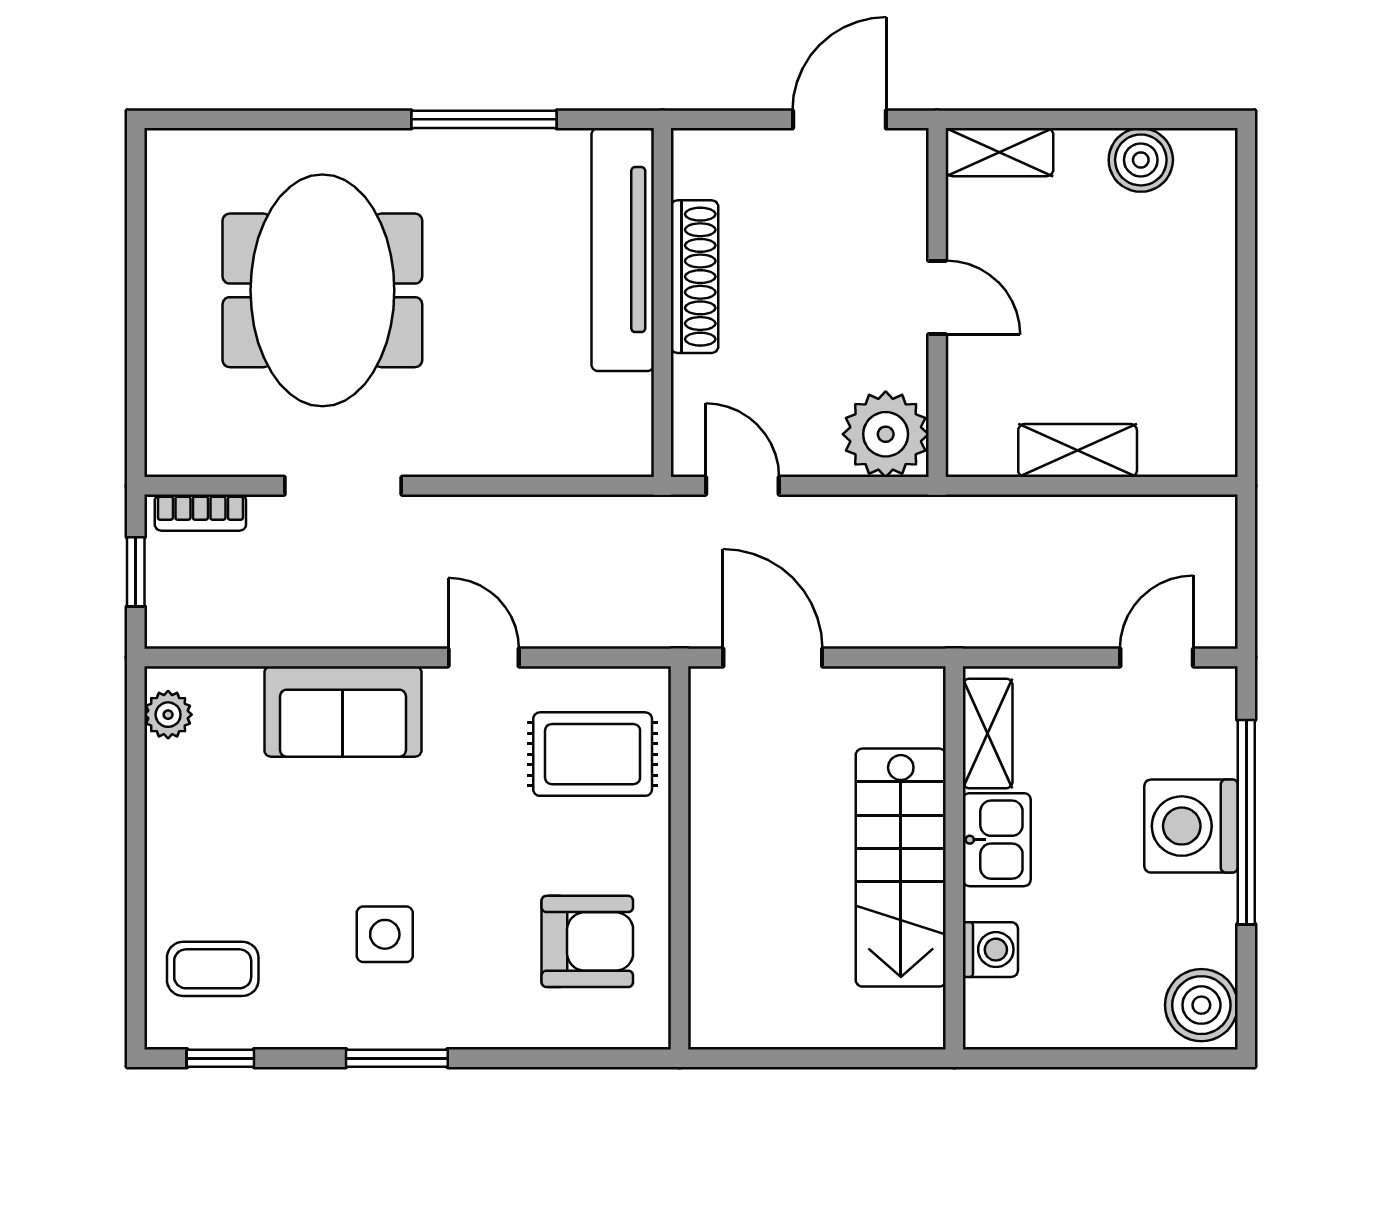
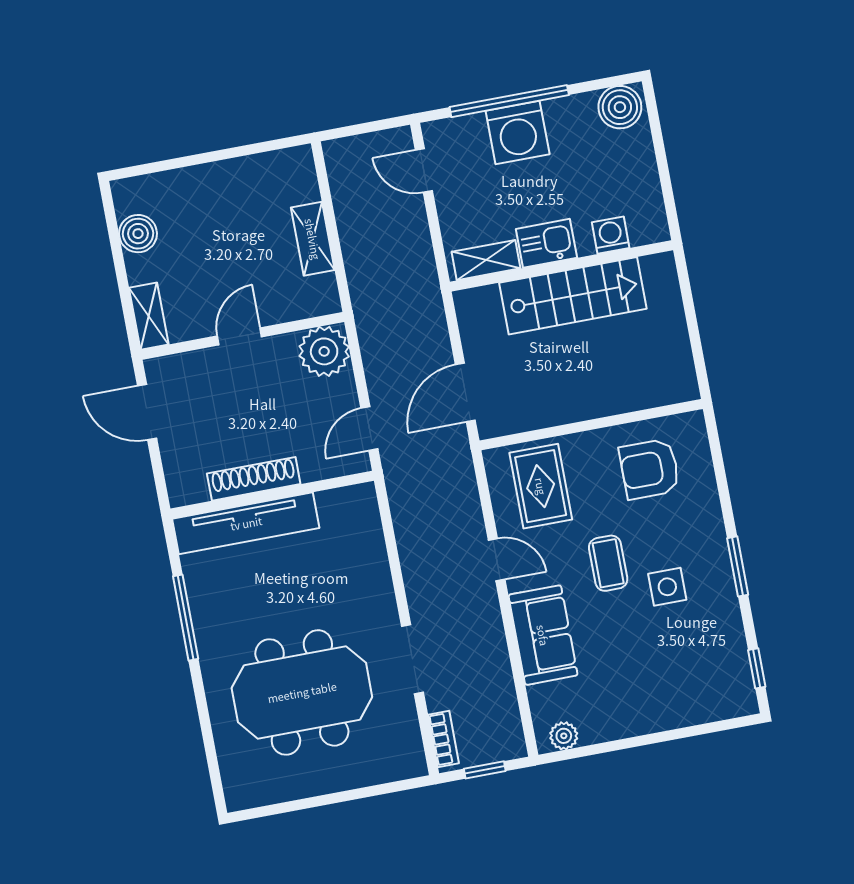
door: (484, 657) -> (497, 560), swing flipped
armchair: (587, 941) -> (650, 469), turned -90
coffee table: (213, 969) -> (608, 563), moved

